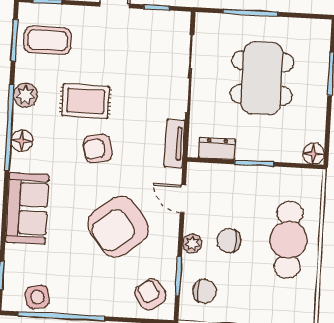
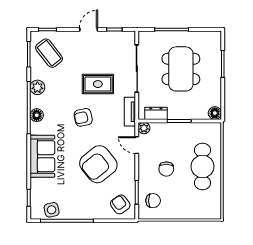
coffee table: (48, 40) -> (49, 53), turned 52
rug: (86, 101) -> (98, 84), moved
chair: (229, 241) -> (166, 169), turned -90
plant: (192, 244) -> (144, 128), moved

